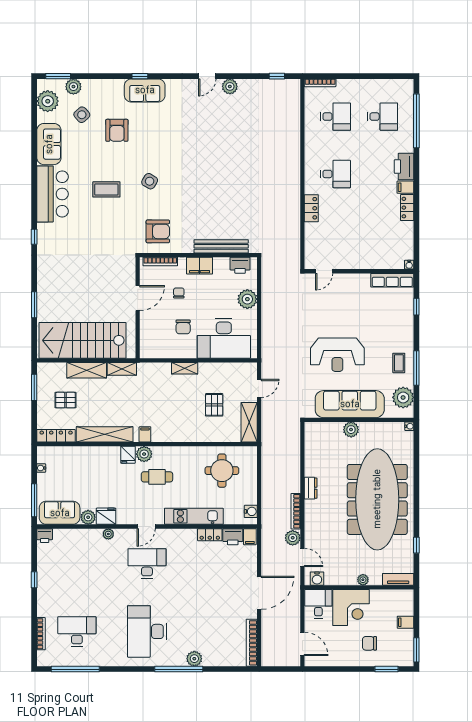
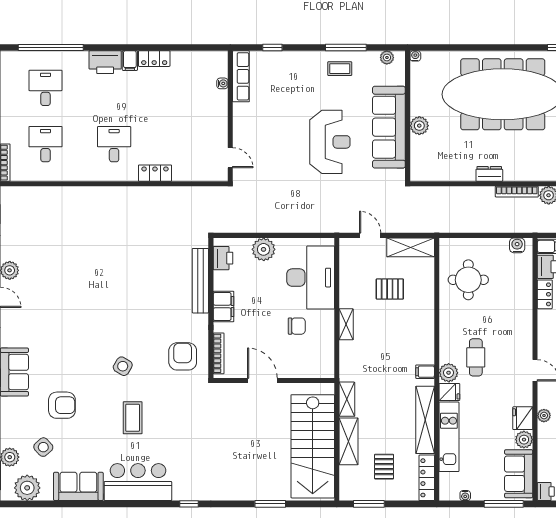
water cooler: (409, 265) -> (222, 83), moved
chair: (179, 293) -> (256, 331), removed
plant: (403, 397) -> (387, 57), width x0.53, depth x0.53
kitchen unit: (194, 516) -> (449, 437), moved, turned 180

